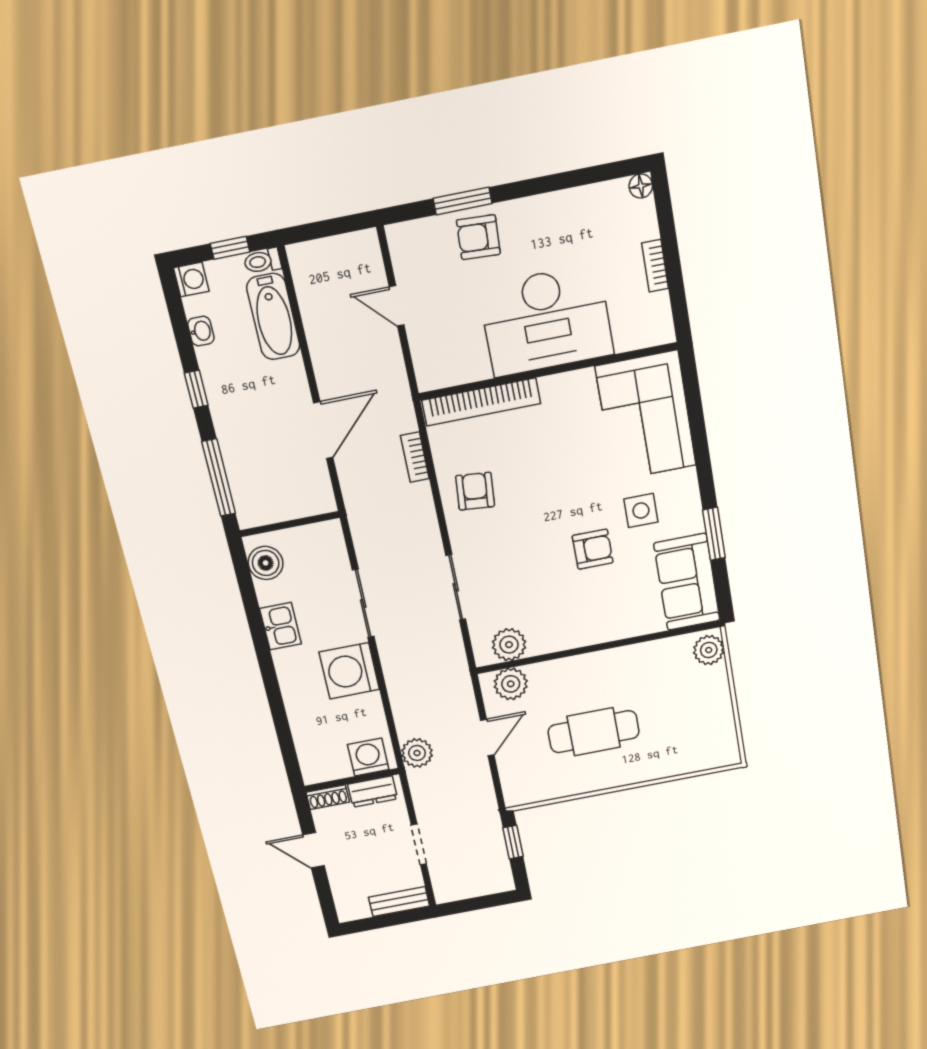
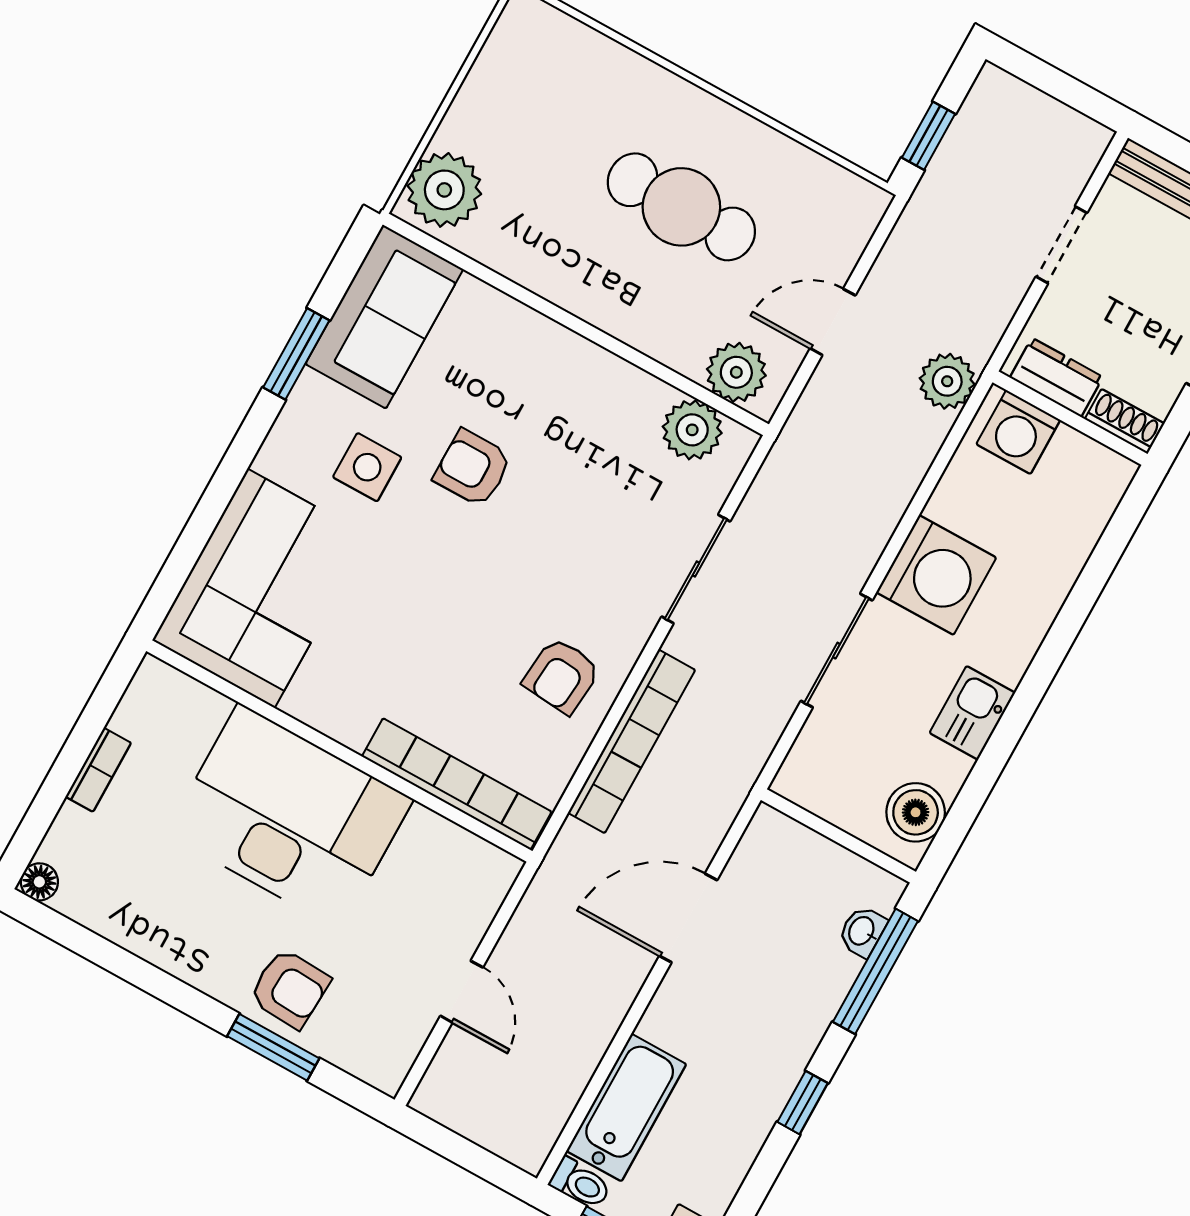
washbasin: (201, 331) -> (862, 931), moved
bookcase: (415, 457) -> (632, 741), width x2.31, depth x1.31
plant: (709, 650) -> (444, 190), width x1.36, depth x1.36

